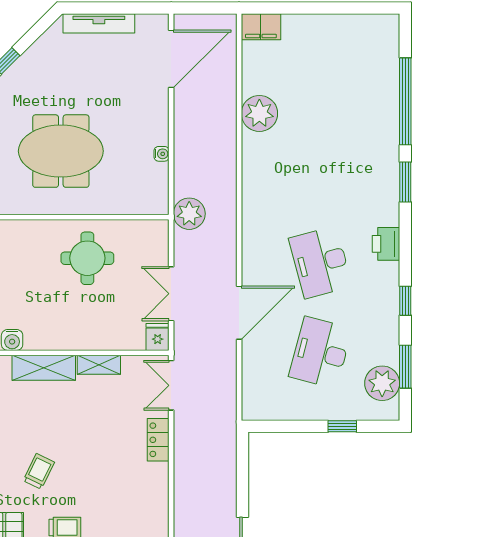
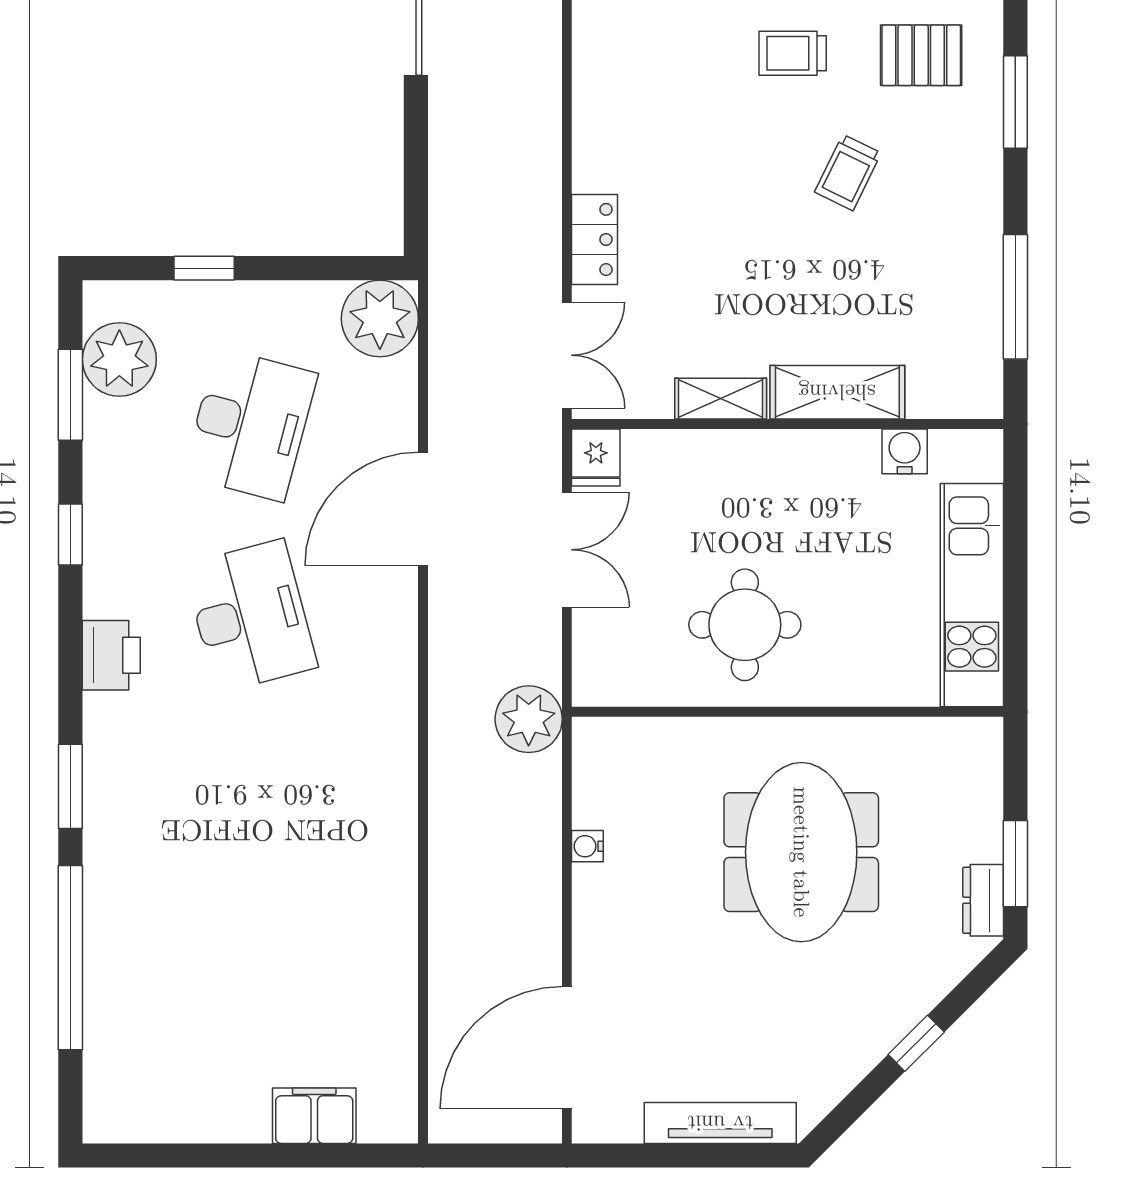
filing cabinet: (261, 27) -> (314, 1116), moved
plant: (259, 113) -> (380, 319), moved
meeting table: (61, 151) -> (801, 852), turned 90

